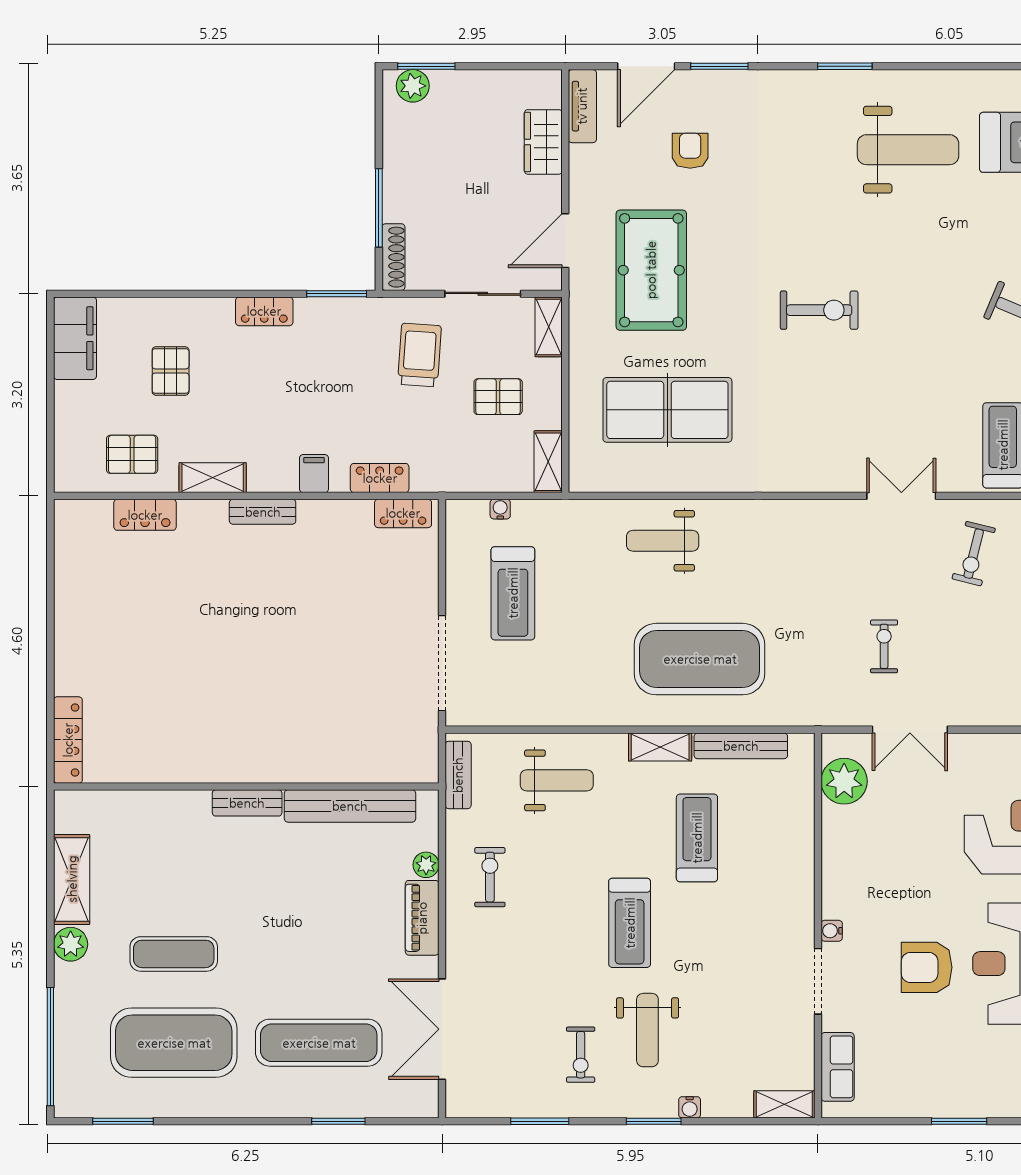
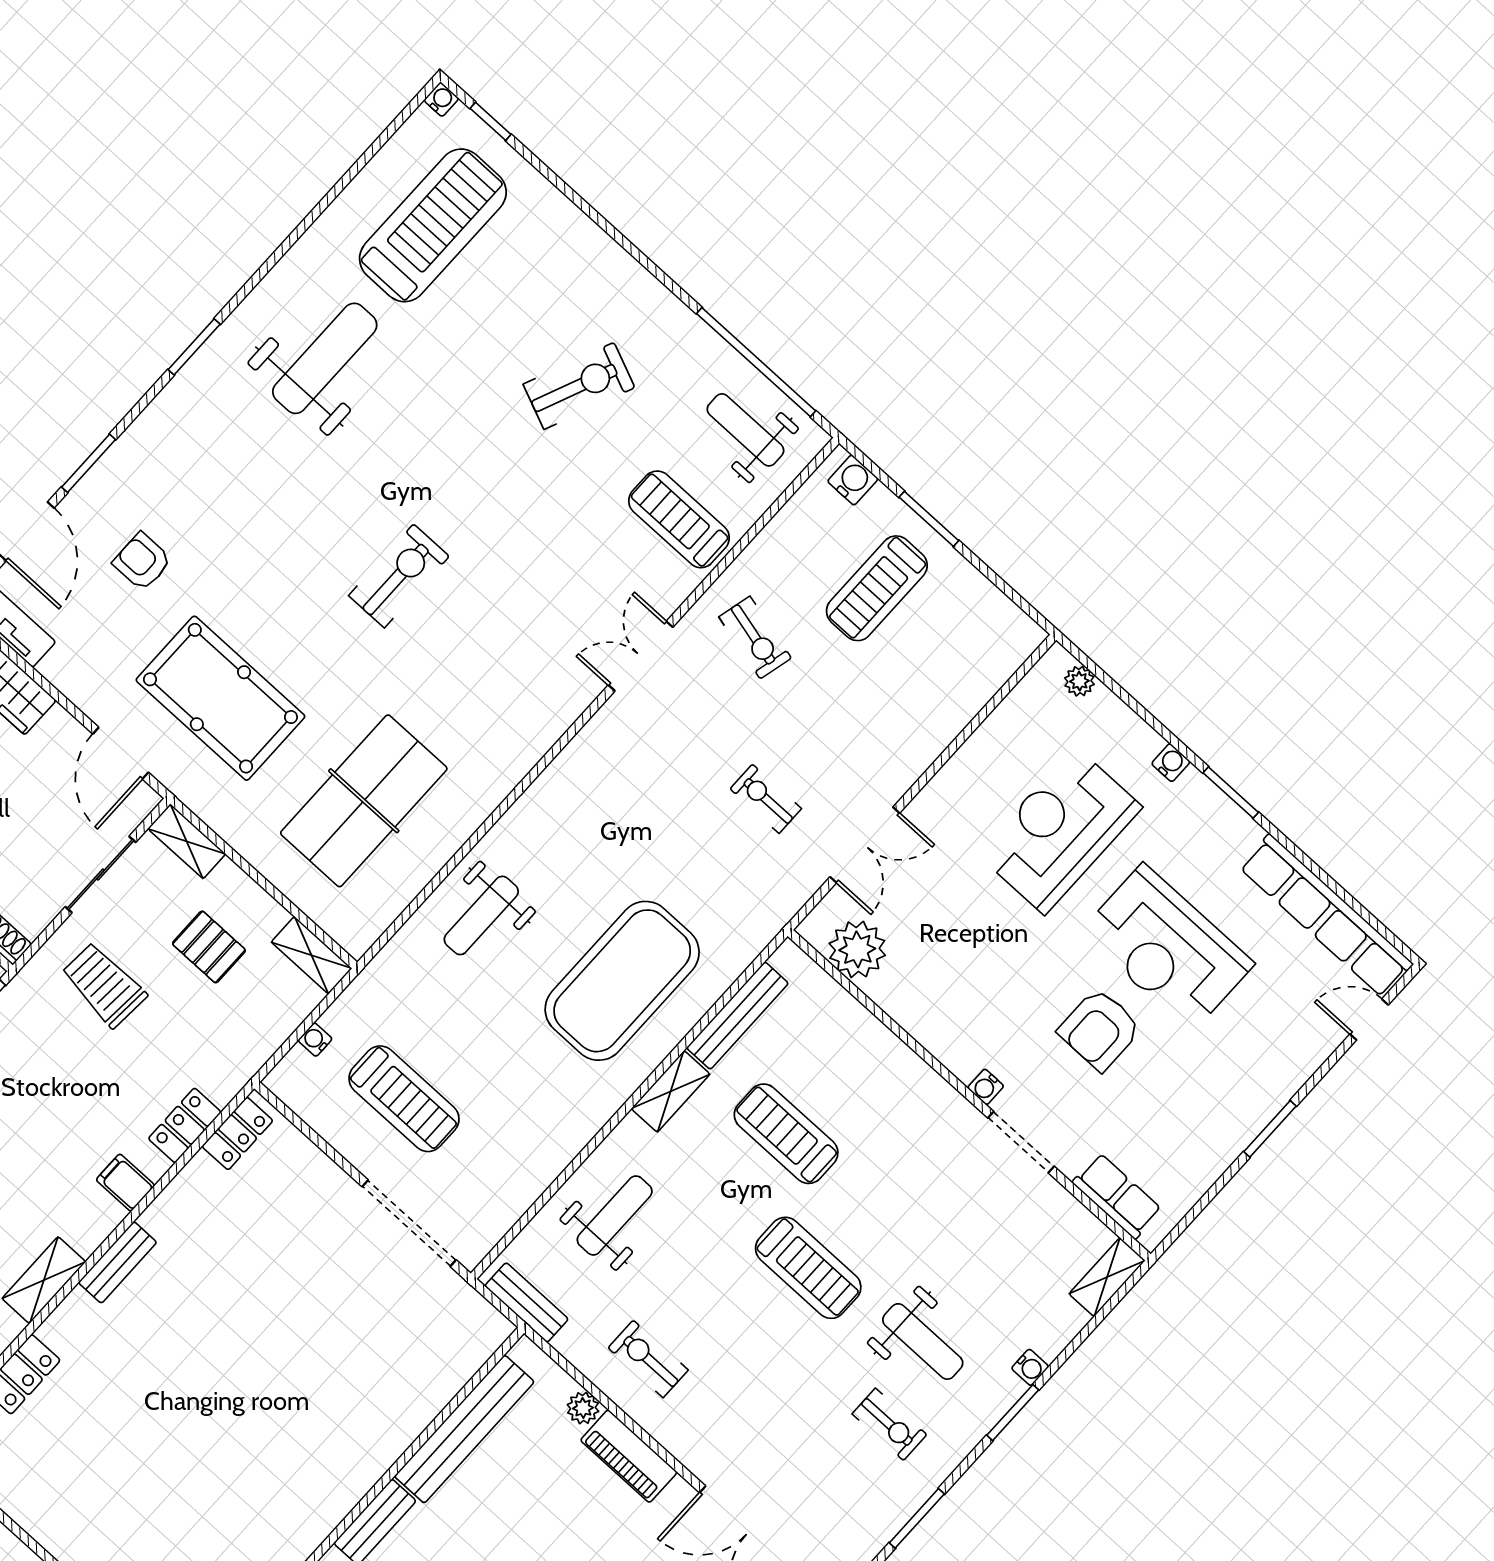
pallet: (498, 397) -> (209, 947), turned 90

